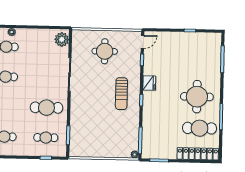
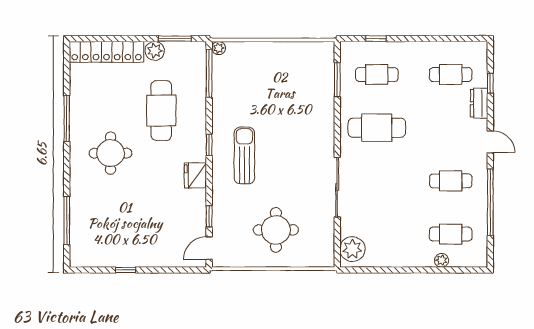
round table: (197, 97) -> (110, 153), width x0.73, depth x0.73
cafe table: (200, 128) -> (161, 111), moved, turned 90
plant: (171, 154) -> (155, 51), added

